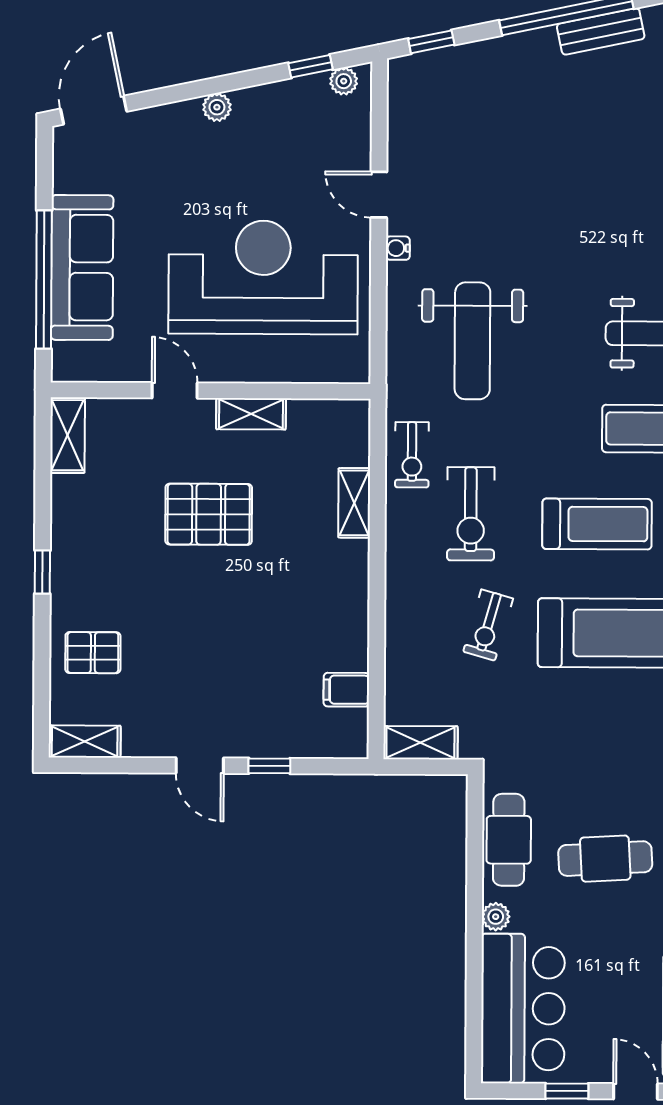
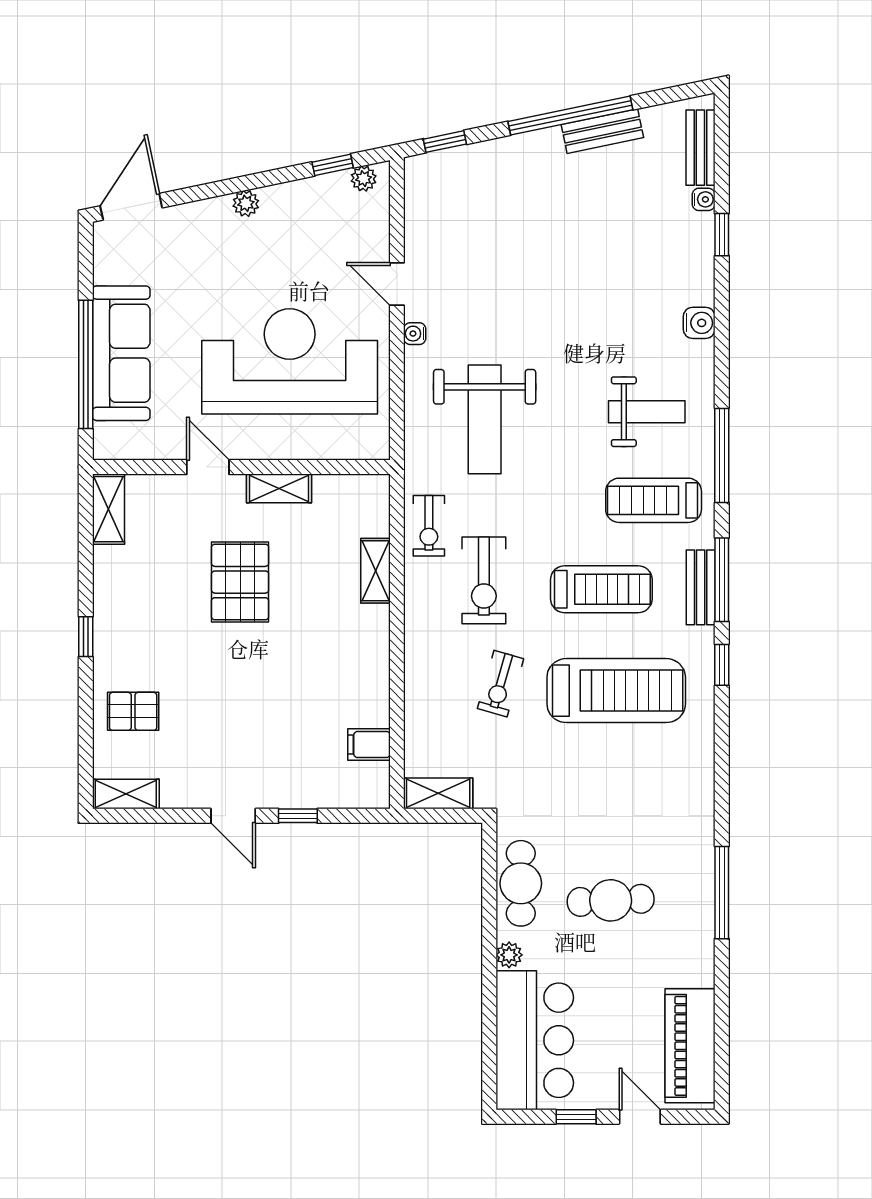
pallet: (209, 514) -> (240, 582), turned 90

